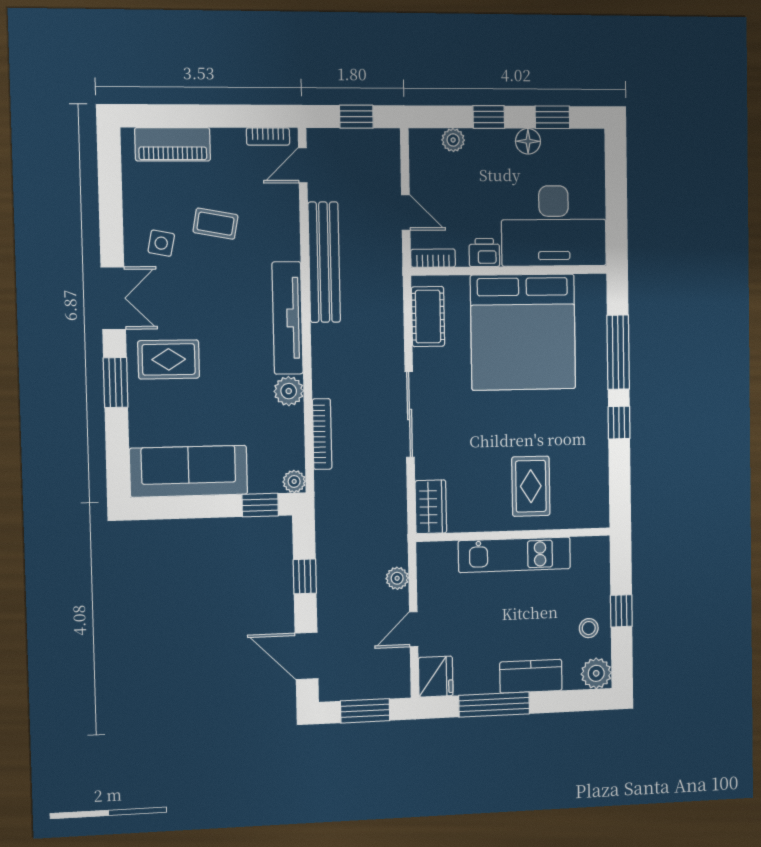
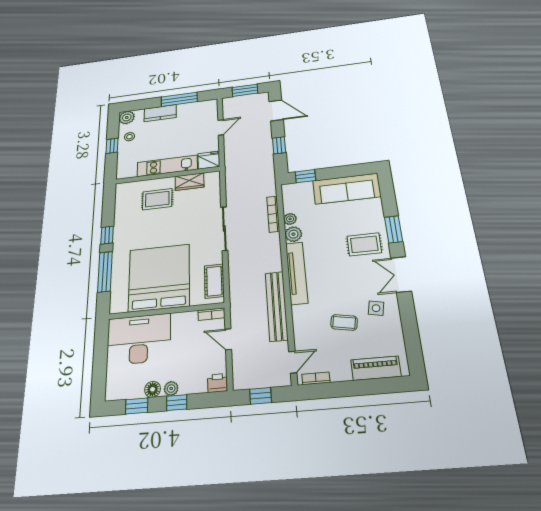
plant: (453, 140) -> (171, 388), moved
printer: (484, 253) -> (217, 383), moved, turned 180
plant: (294, 481) -> (290, 219), moved
rug: (531, 486) -> (157, 199), turned 90
wardrobe: (431, 507) -> (190, 182), moved, turned -90
plant: (397, 578) -> (230, 149), removed
fridge: (436, 677) -> (209, 160), moved, turned 90

